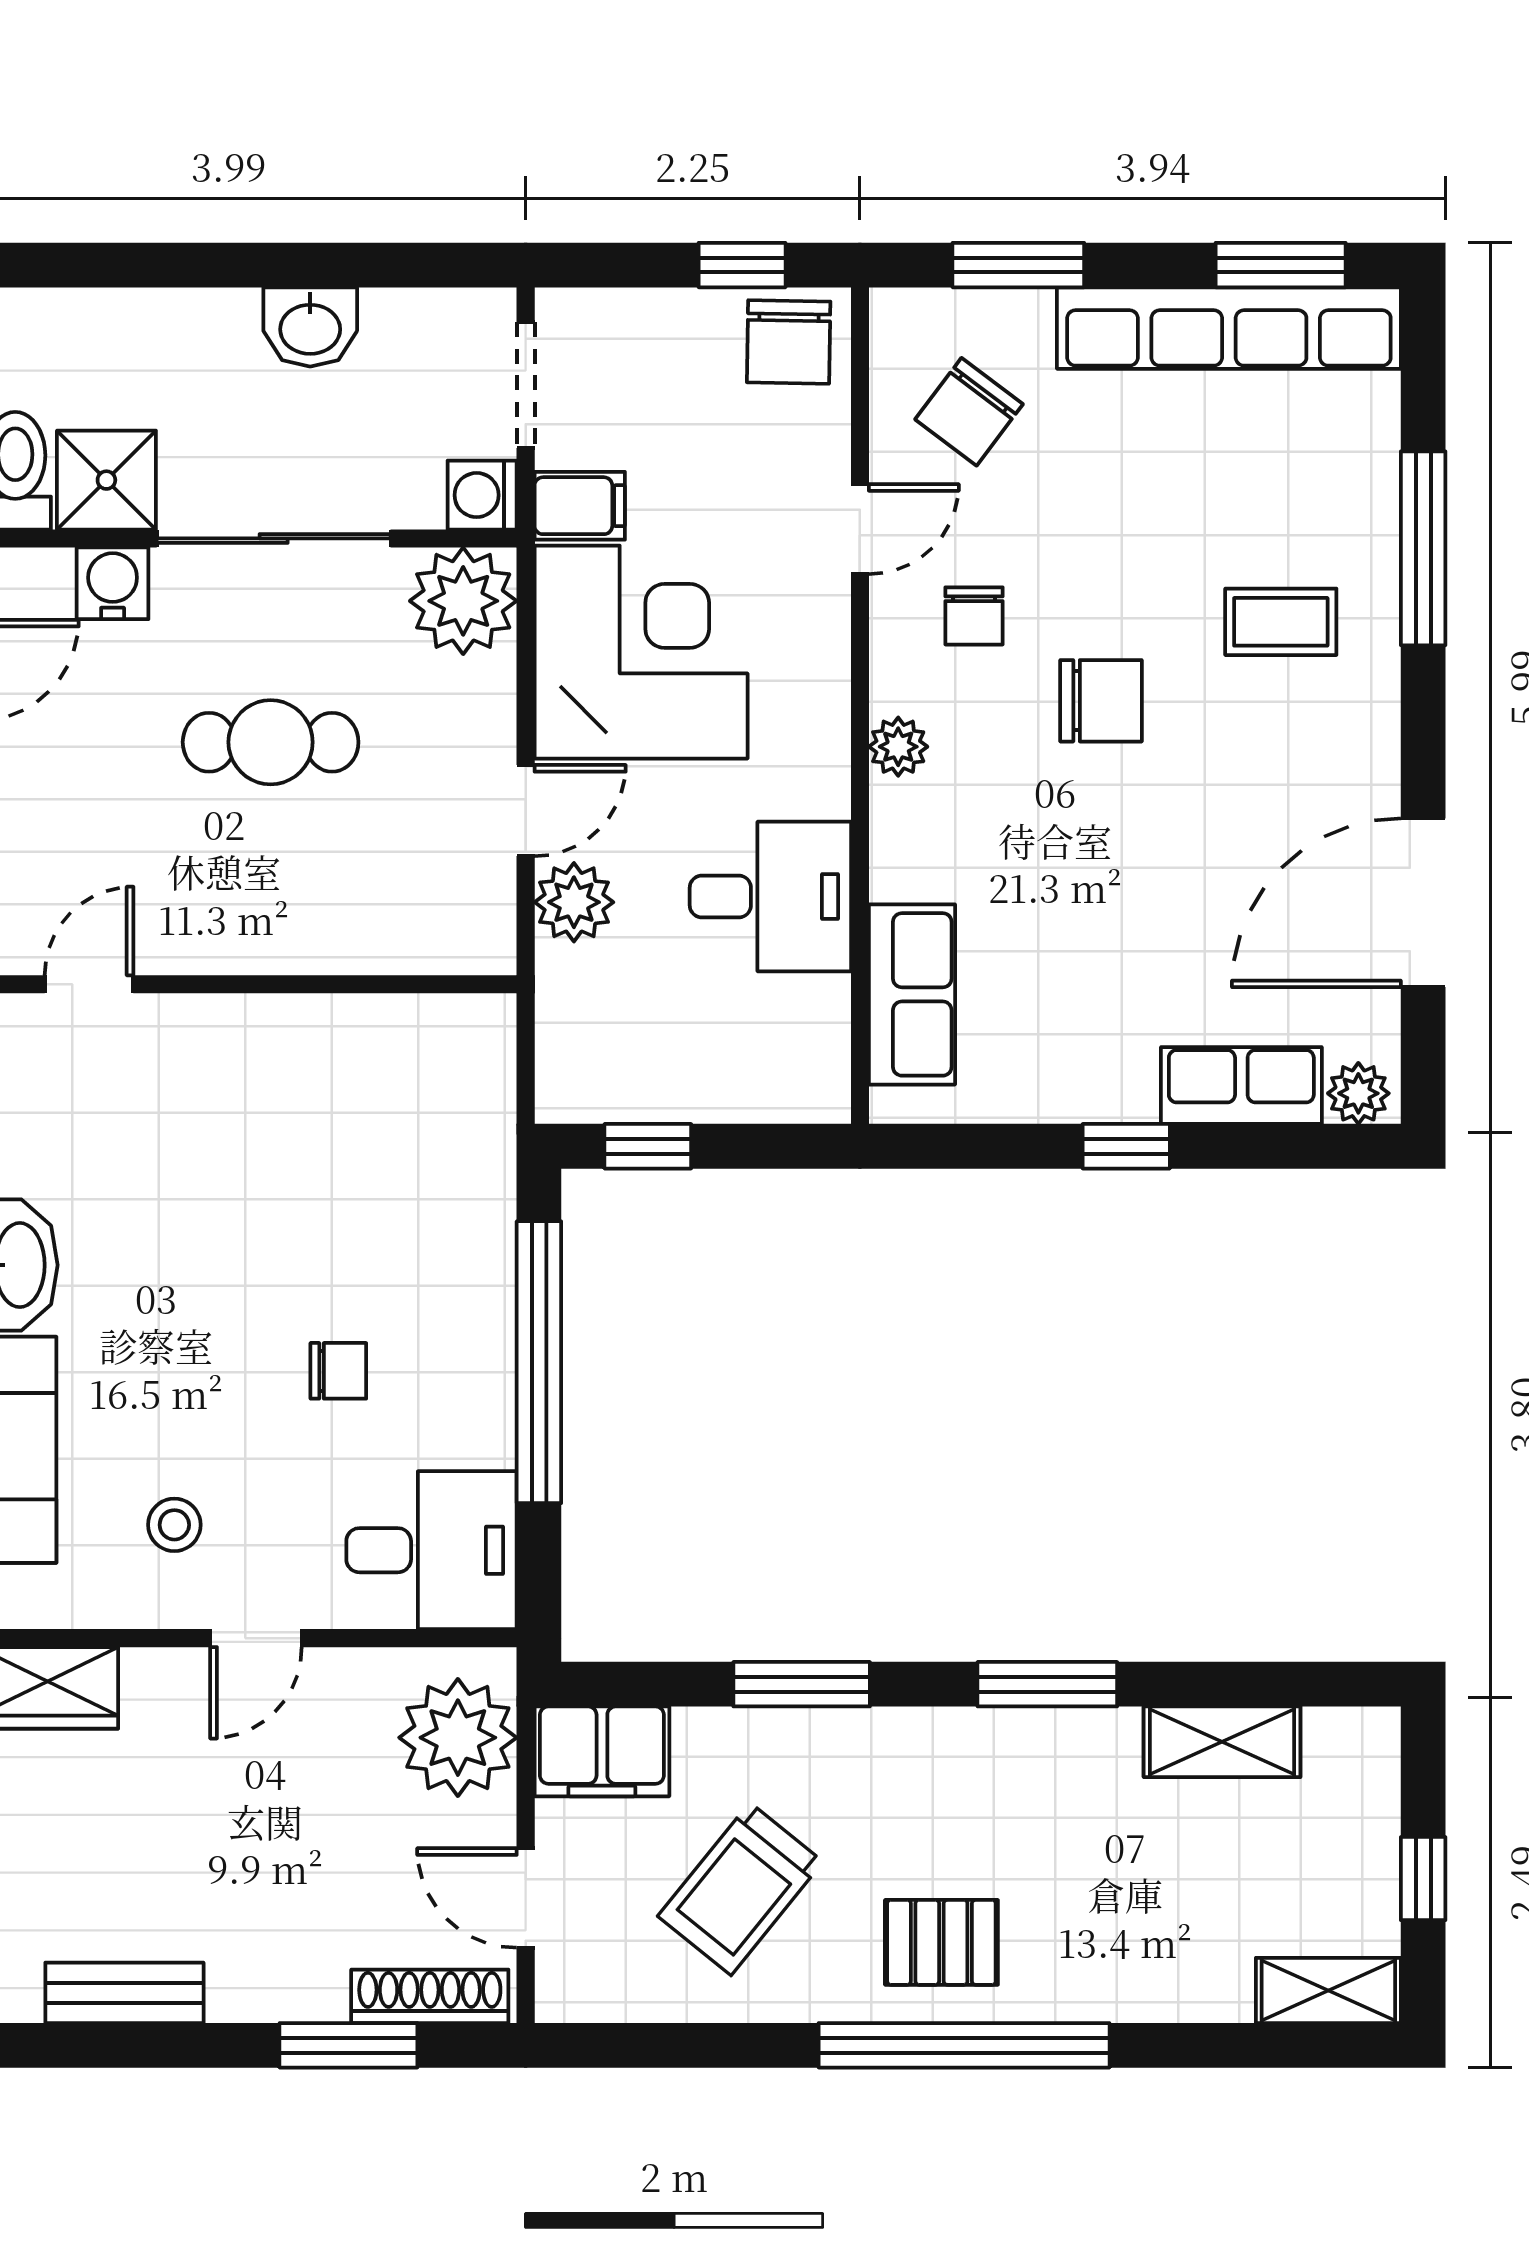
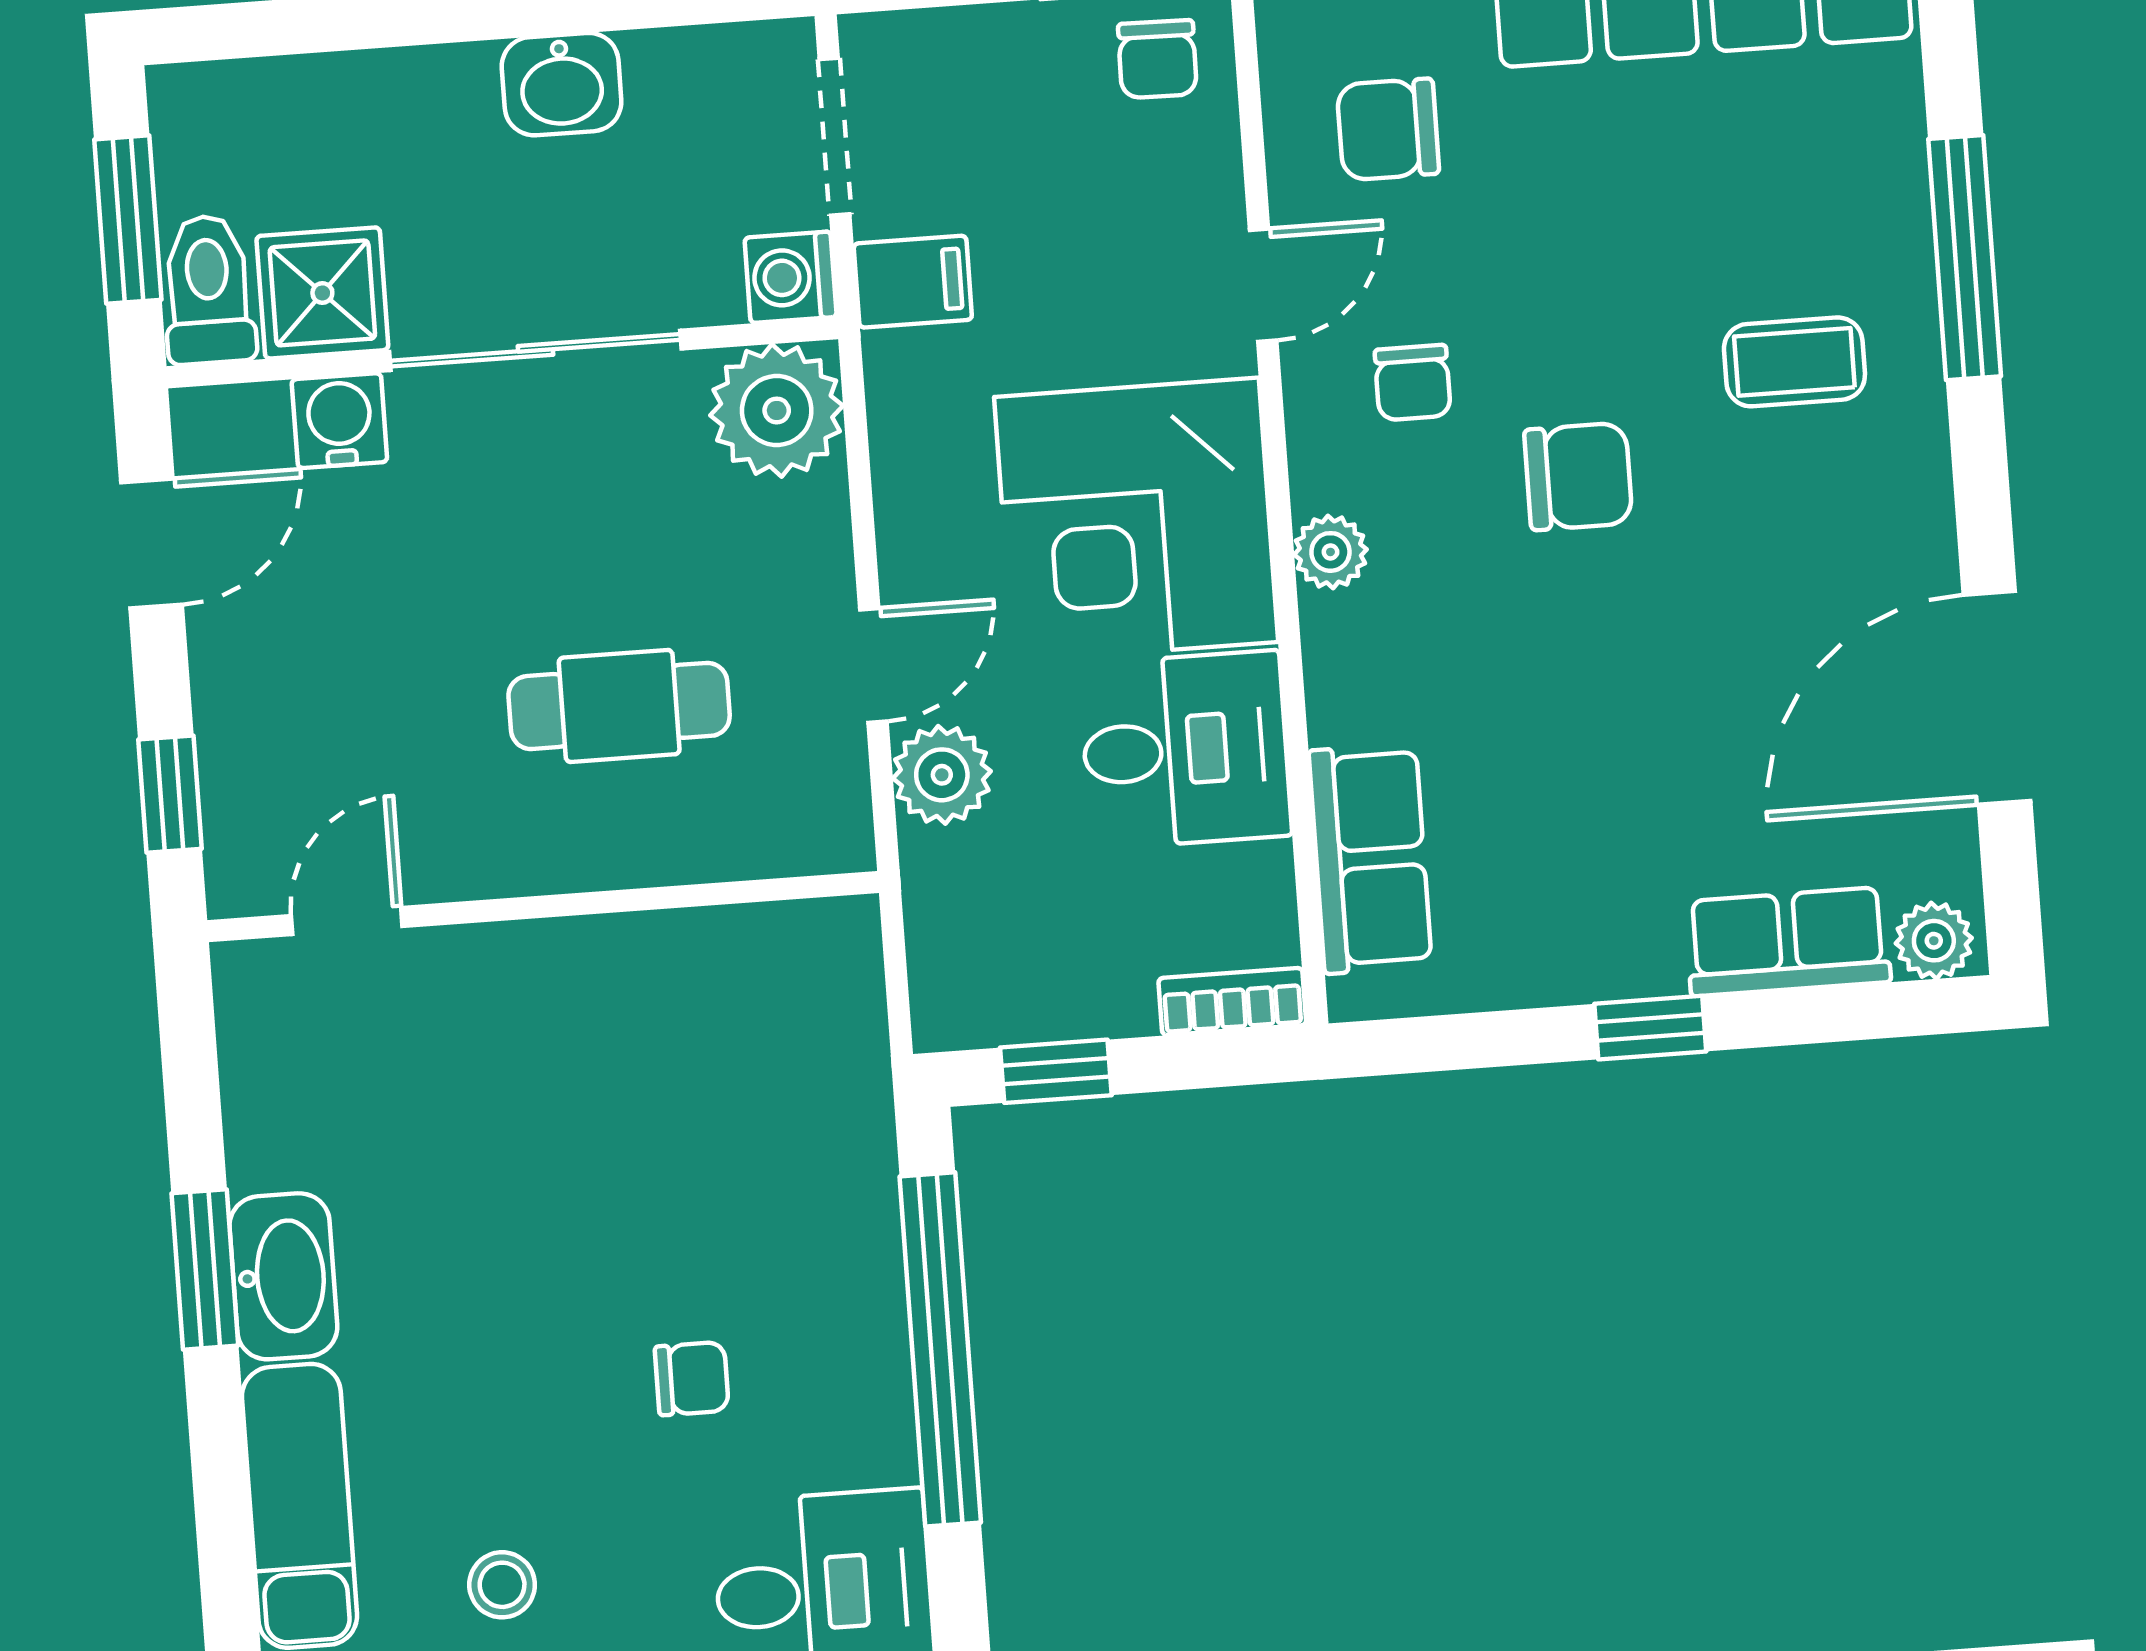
chair: (789, 342) -> (1157, 59), width x0.73, depth x0.73
chair: (969, 412) -> (1388, 129), turned 53
corner desk: (641, 652) -> (1136, 519), moved, turned 180
cafe table: (271, 742) -> (619, 706), moved
bookcase: (793, 1101) -> (1232, 1002), added

